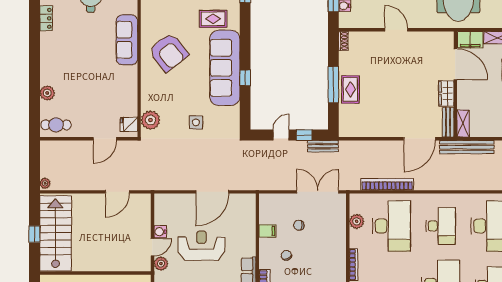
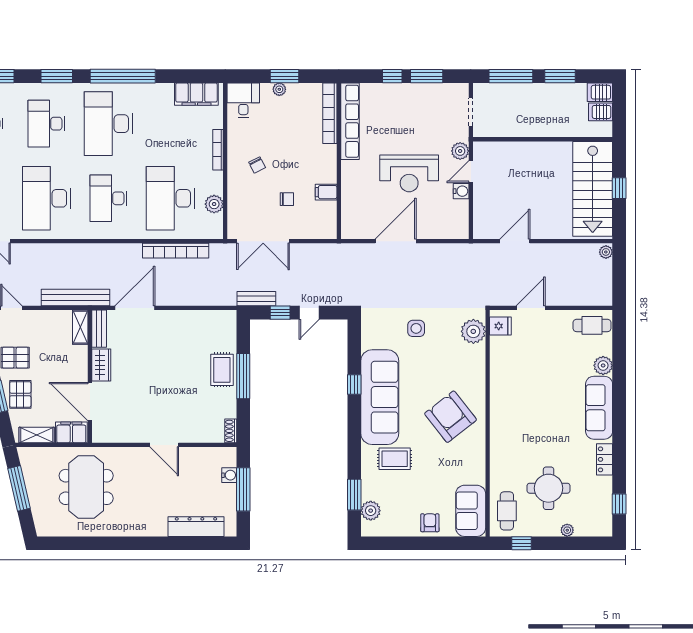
sofa: (127, 40) -> (599, 408), moved, turned 180
chair: (286, 255) -> (257, 165), moved

